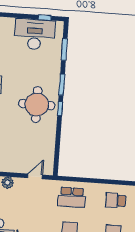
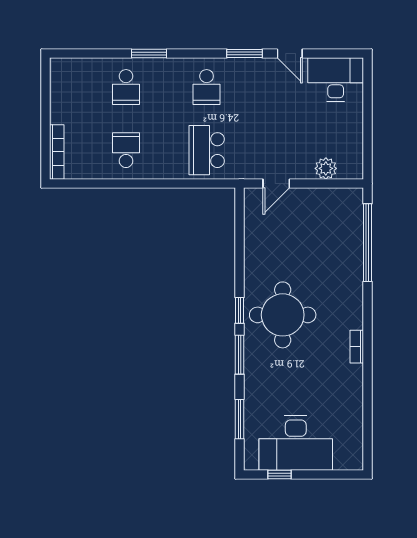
school desk: (72, 197) -> (207, 150), turned -90
school desk: (116, 200) -> (126, 150), turned -90

